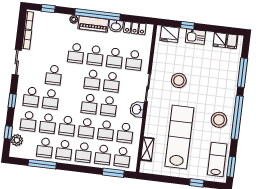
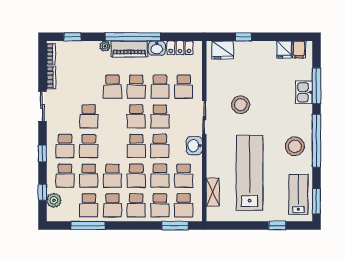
kitchen sink: (195, 37) -> (304, 92), moved, turned 90

